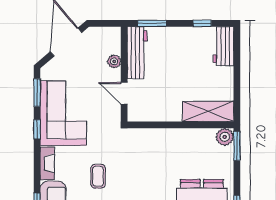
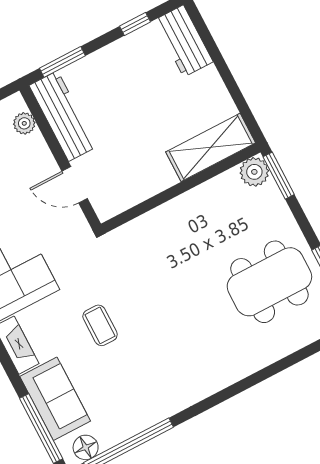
plant: (114, 61) -> (24, 123), moved

